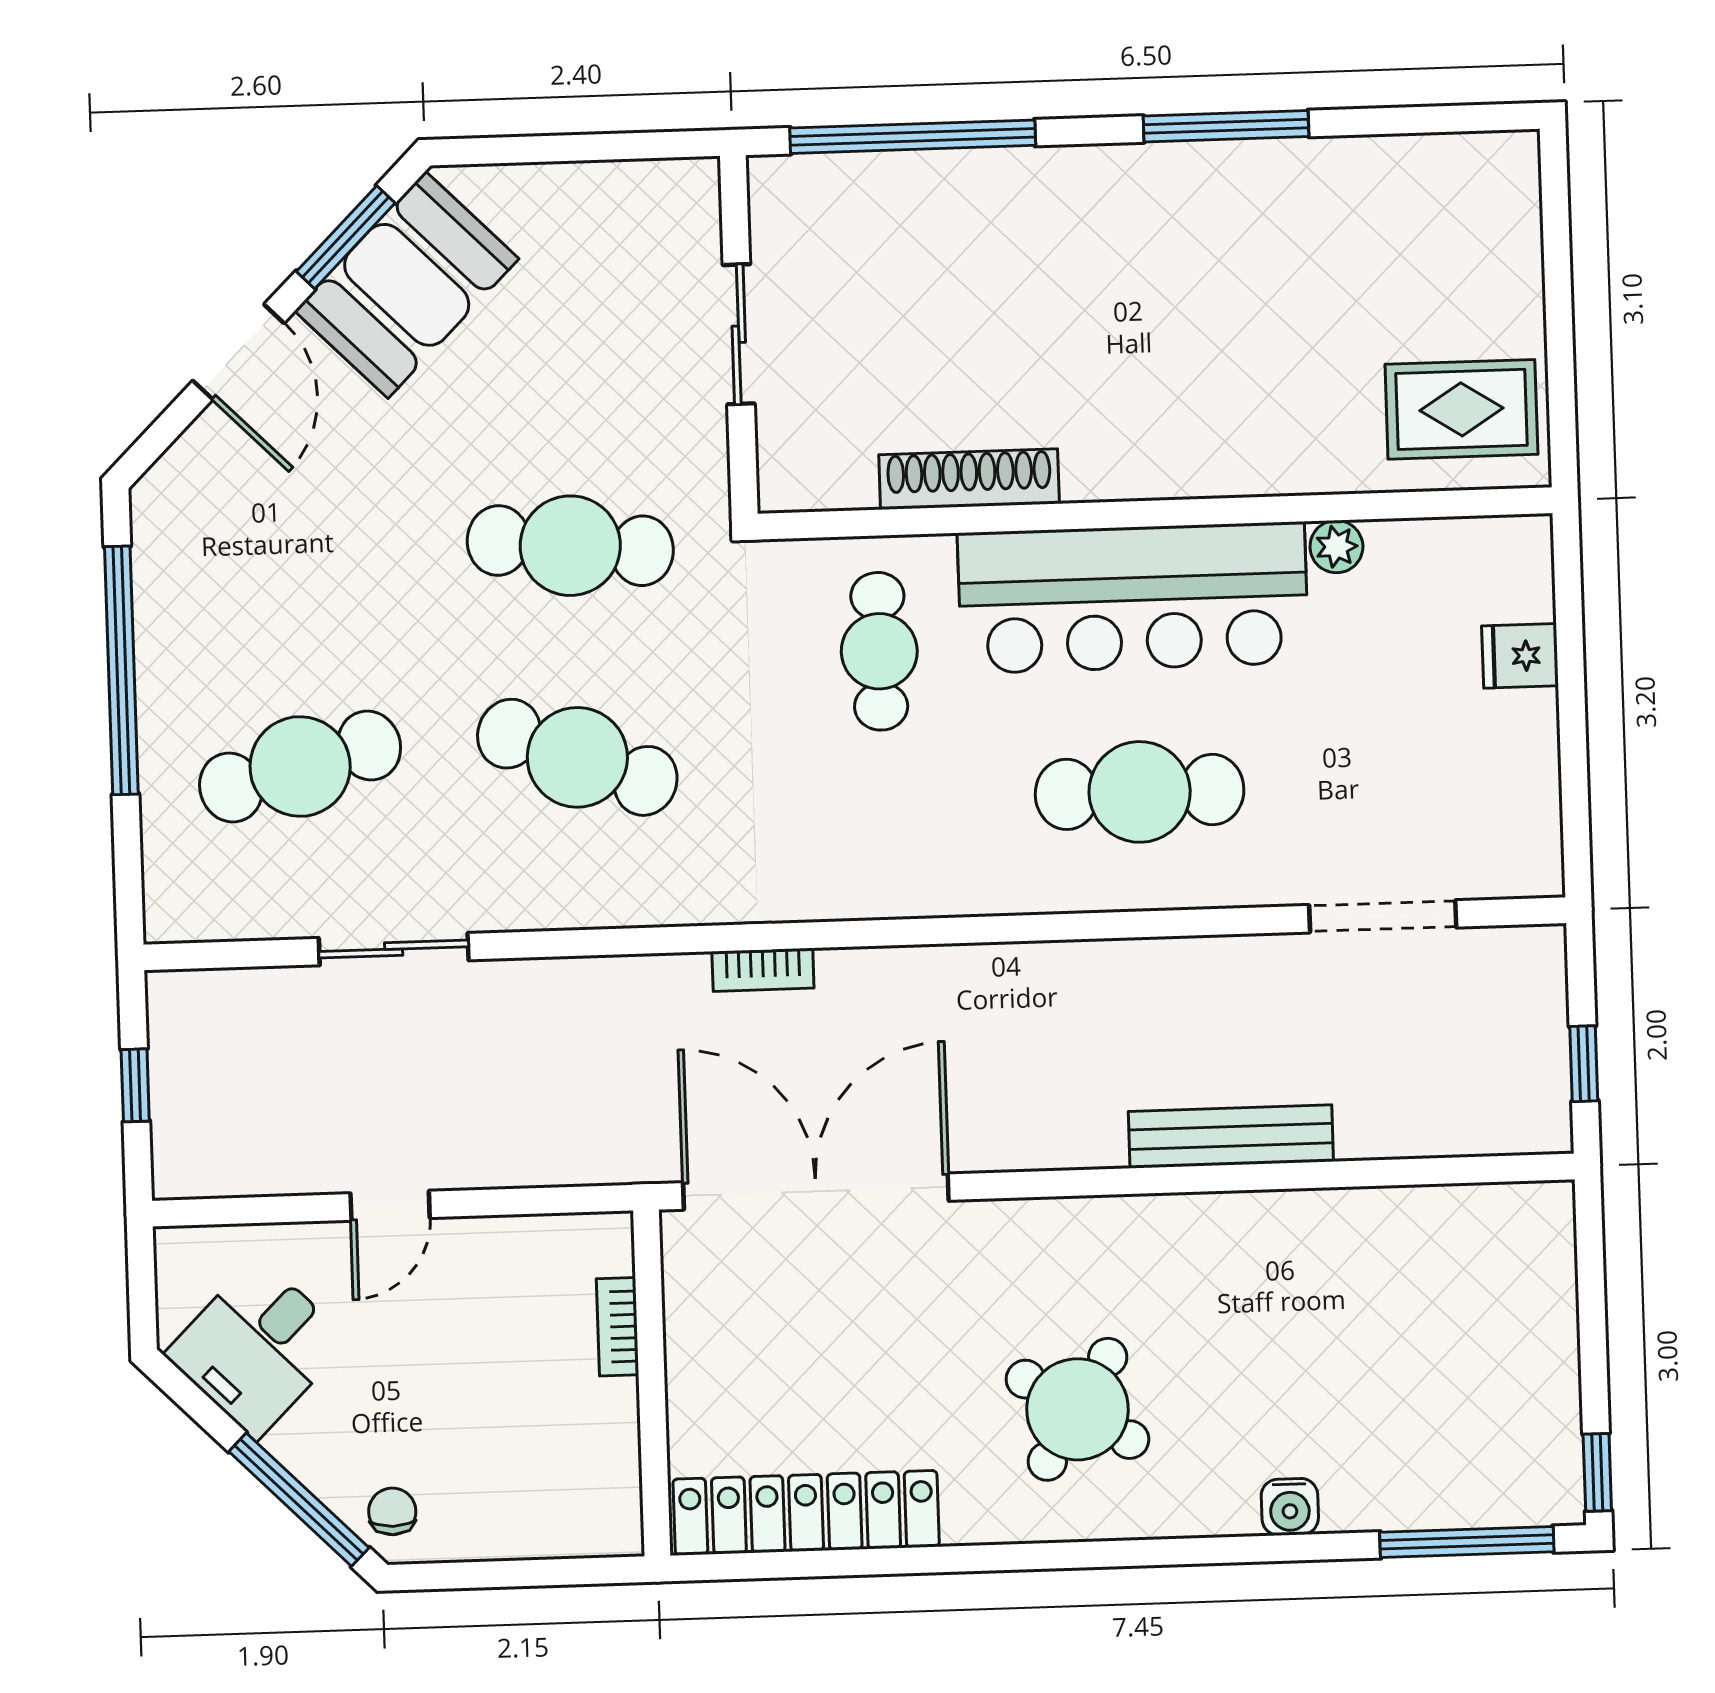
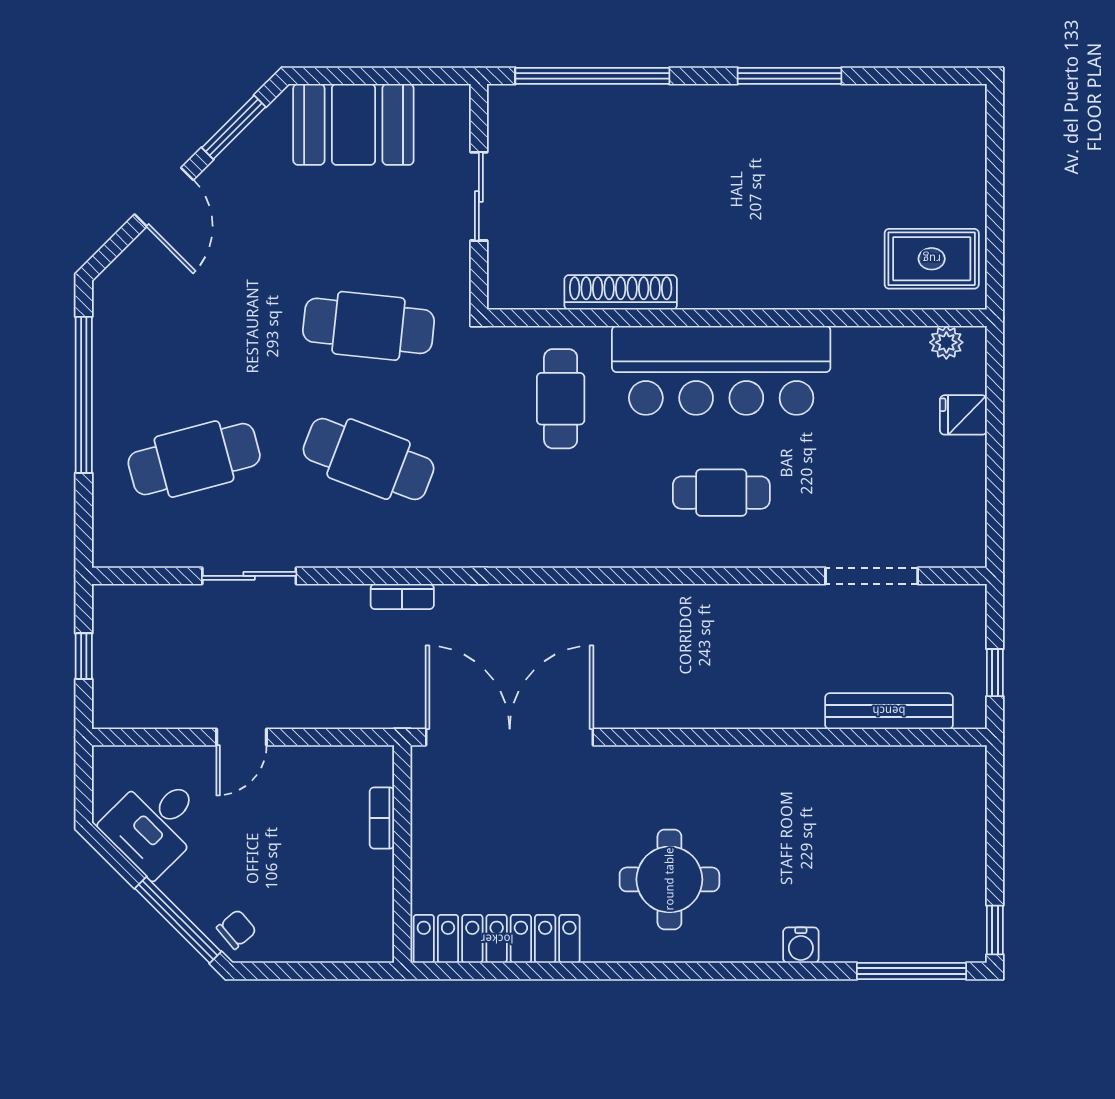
booth: (407, 285) -> (353, 124), moved, turned 45
plant: (1336, 547) -> (946, 342), moved
cafe table: (1140, 792) -> (721, 493), width x0.73, depth x0.74
bookcase: (763, 970) -> (402, 597), moved
bench: (1231, 1137) -> (889, 711), moved
round table: (1077, 1409) -> (669, 879), turned -32
chair: (392, 1511) -> (236, 929), turned 50

